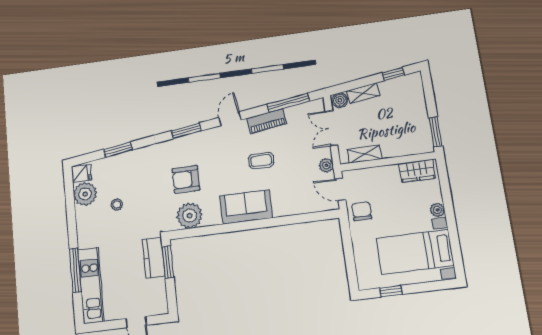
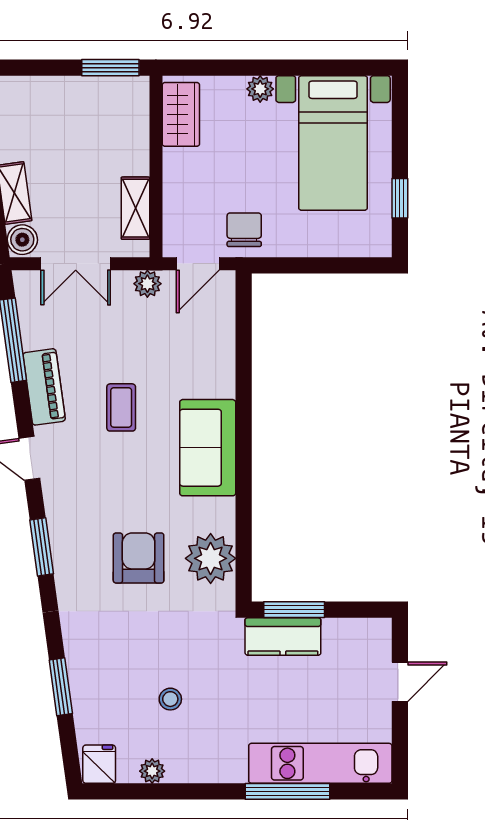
armchair: (186, 179) -> (139, 558), turned 180
plant: (85, 194) -> (152, 771), width x0.53, depth x0.53
chair: (362, 211) -> (244, 230), turned 90

